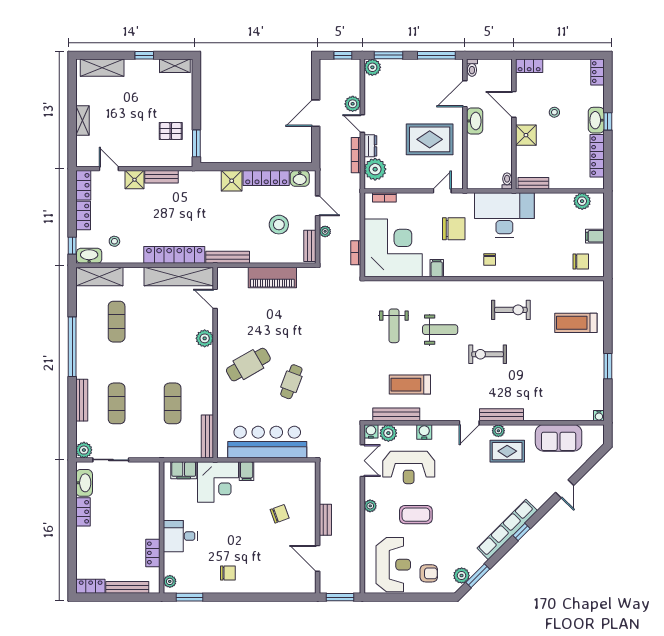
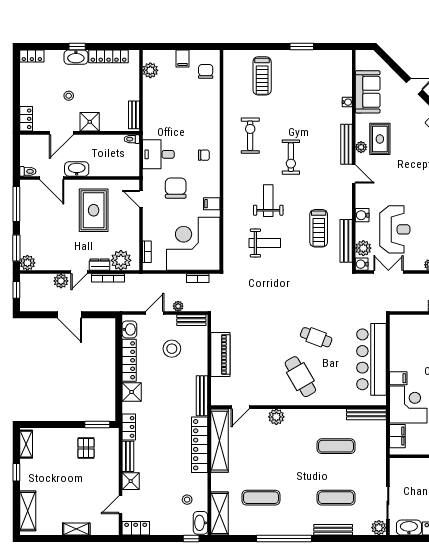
desk: (504, 215) -> (158, 154), width x0.53, depth x0.77
locker: (83, 216) -> (129, 427), moved, turned 90
water cooler: (599, 416) -> (347, 102), moved

